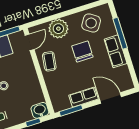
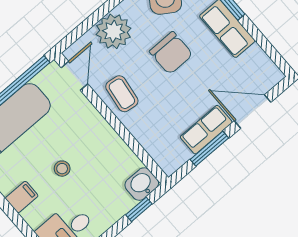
chair: (82, 52) -> (171, 53), turned 180
window: (71, 110) -> (209, 149), moved

